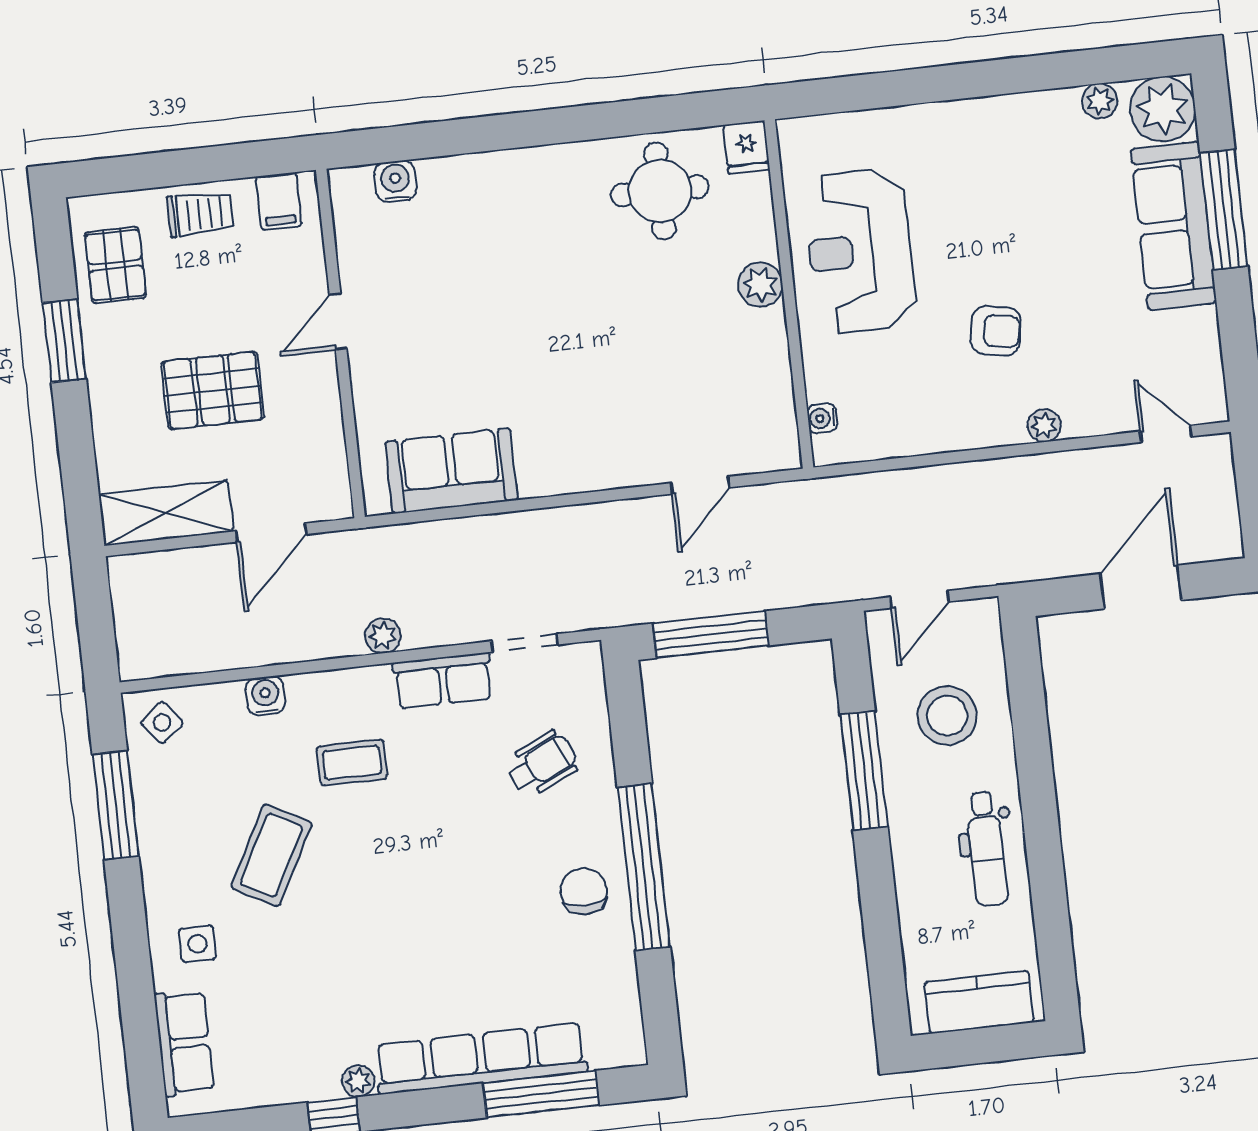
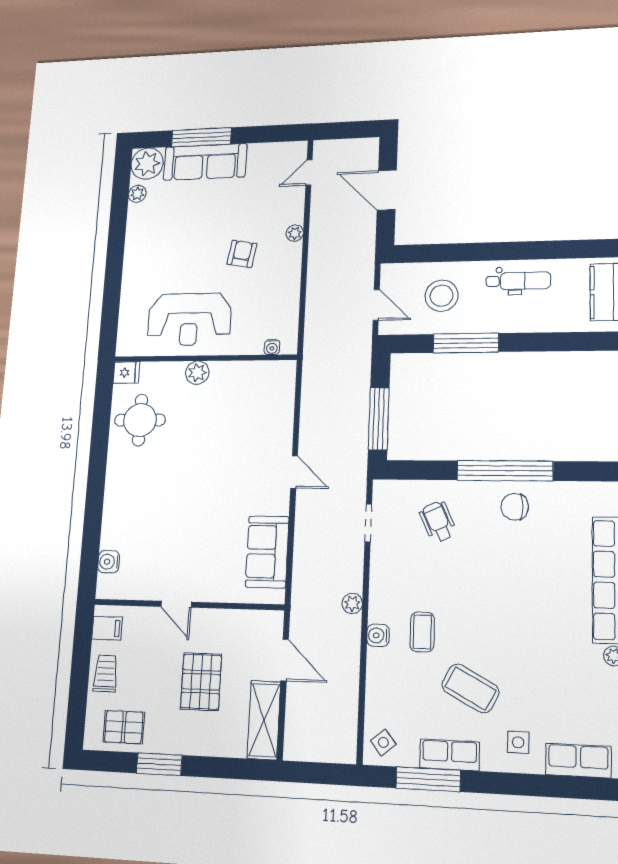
door: (700, 485) -> (294, 472), moved
row of seats: (443, 681) -> (450, 755), moved, turned -90
water cooler: (265, 696) -> (378, 635), moved

